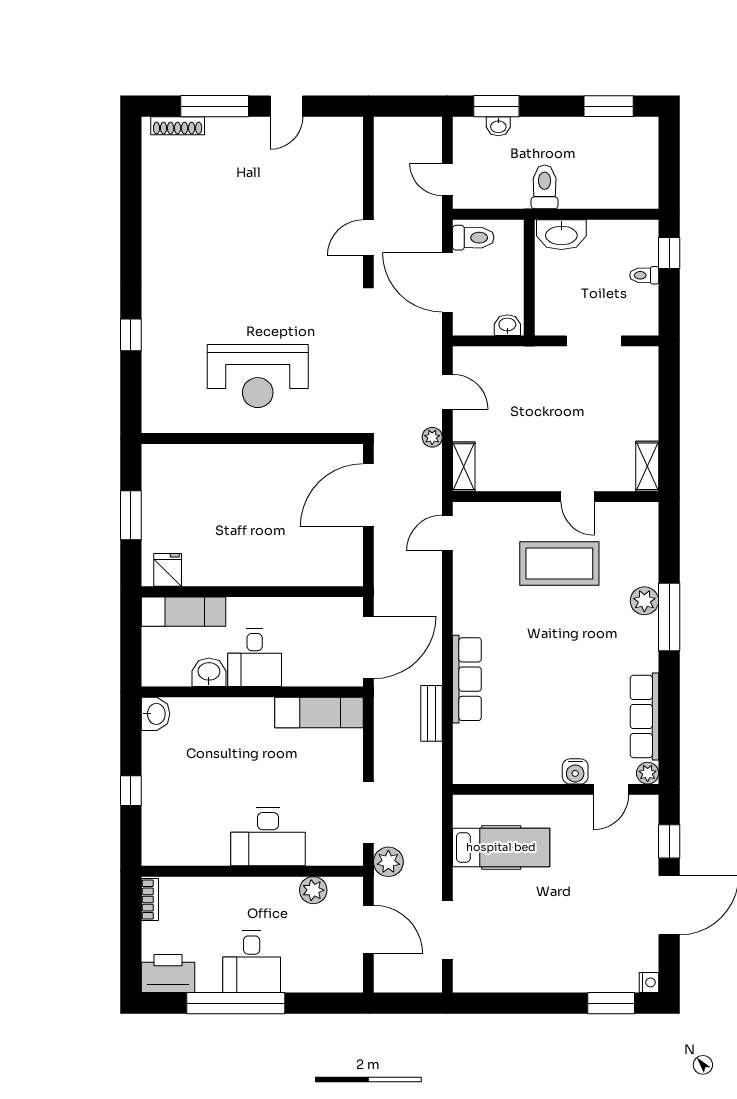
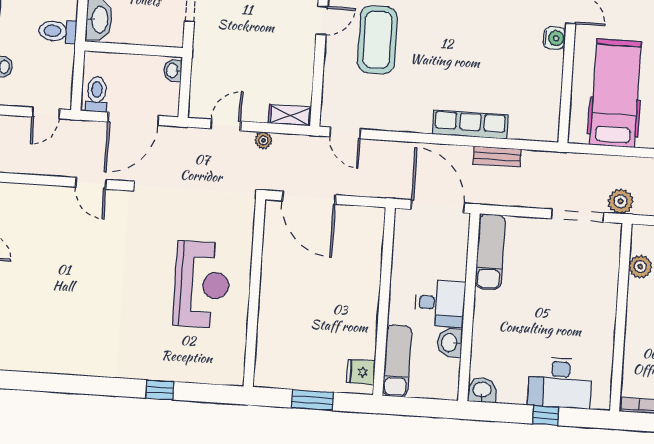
desk: (268, 837) -> (560, 383), moved, turned 90
hospital bed: (501, 847) -> (616, 93), width x1.37, depth x1.29

